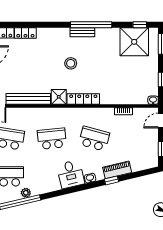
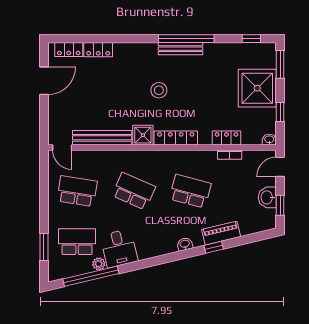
bench: (82, 32) -> (180, 49), width x1.36
shower: (134, 42) -> (257, 88), moved
locker: (121, 99) -> (226, 138), added
school desk: (52, 139) -> (134, 191), turned 30
washbasin: (152, 143) -> (267, 197), added
desk: (71, 174) -> (119, 248), moved

